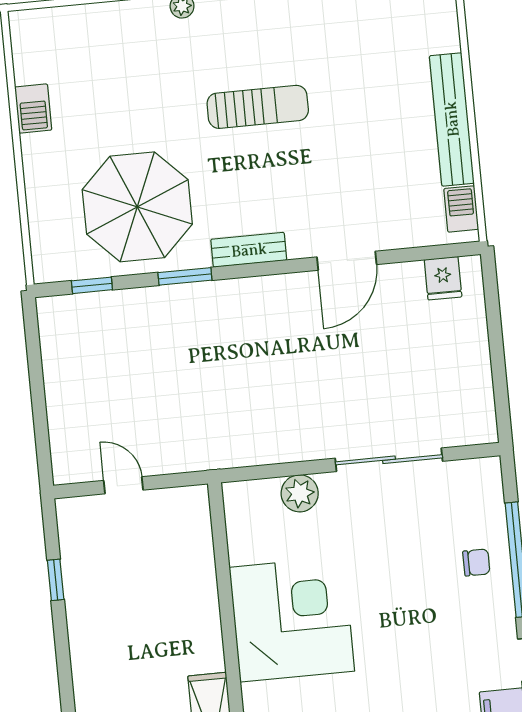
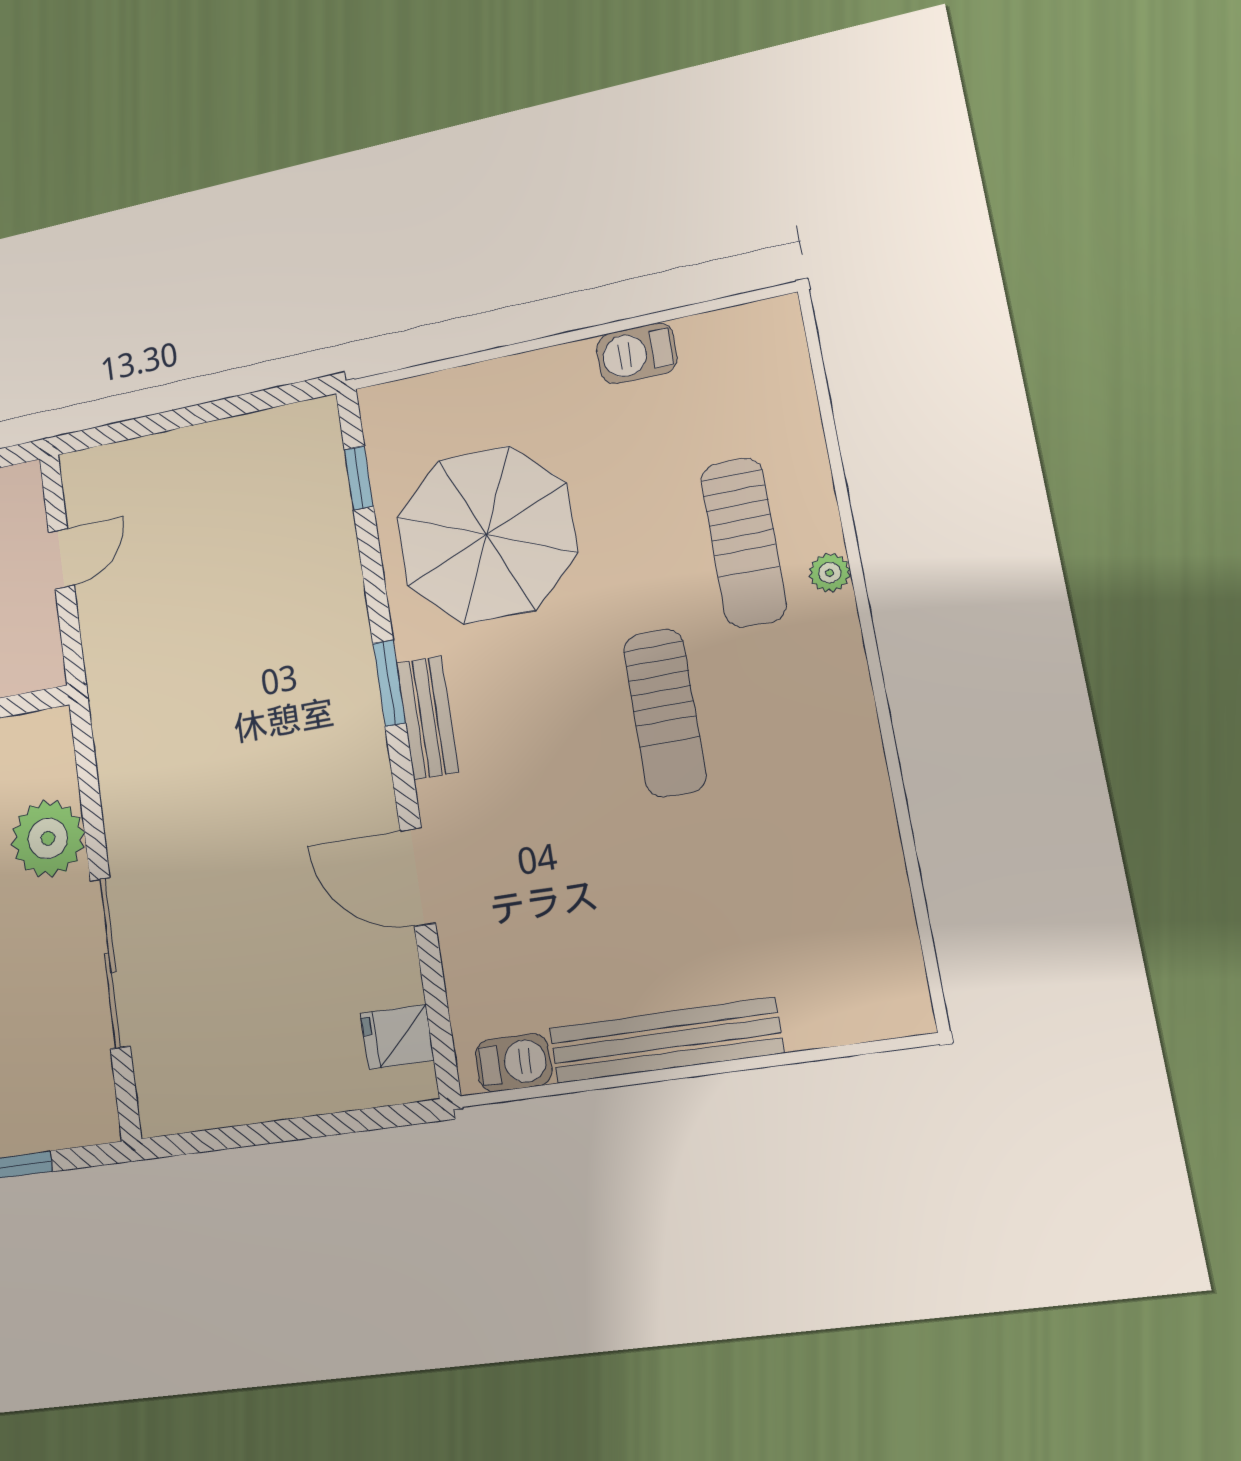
sun lounger: (158, 54) -> (744, 542), added
window: (185, 276) -> (389, 683), moved
plant: (300, 493) -> (48, 838), width x1.36, depth x1.36

